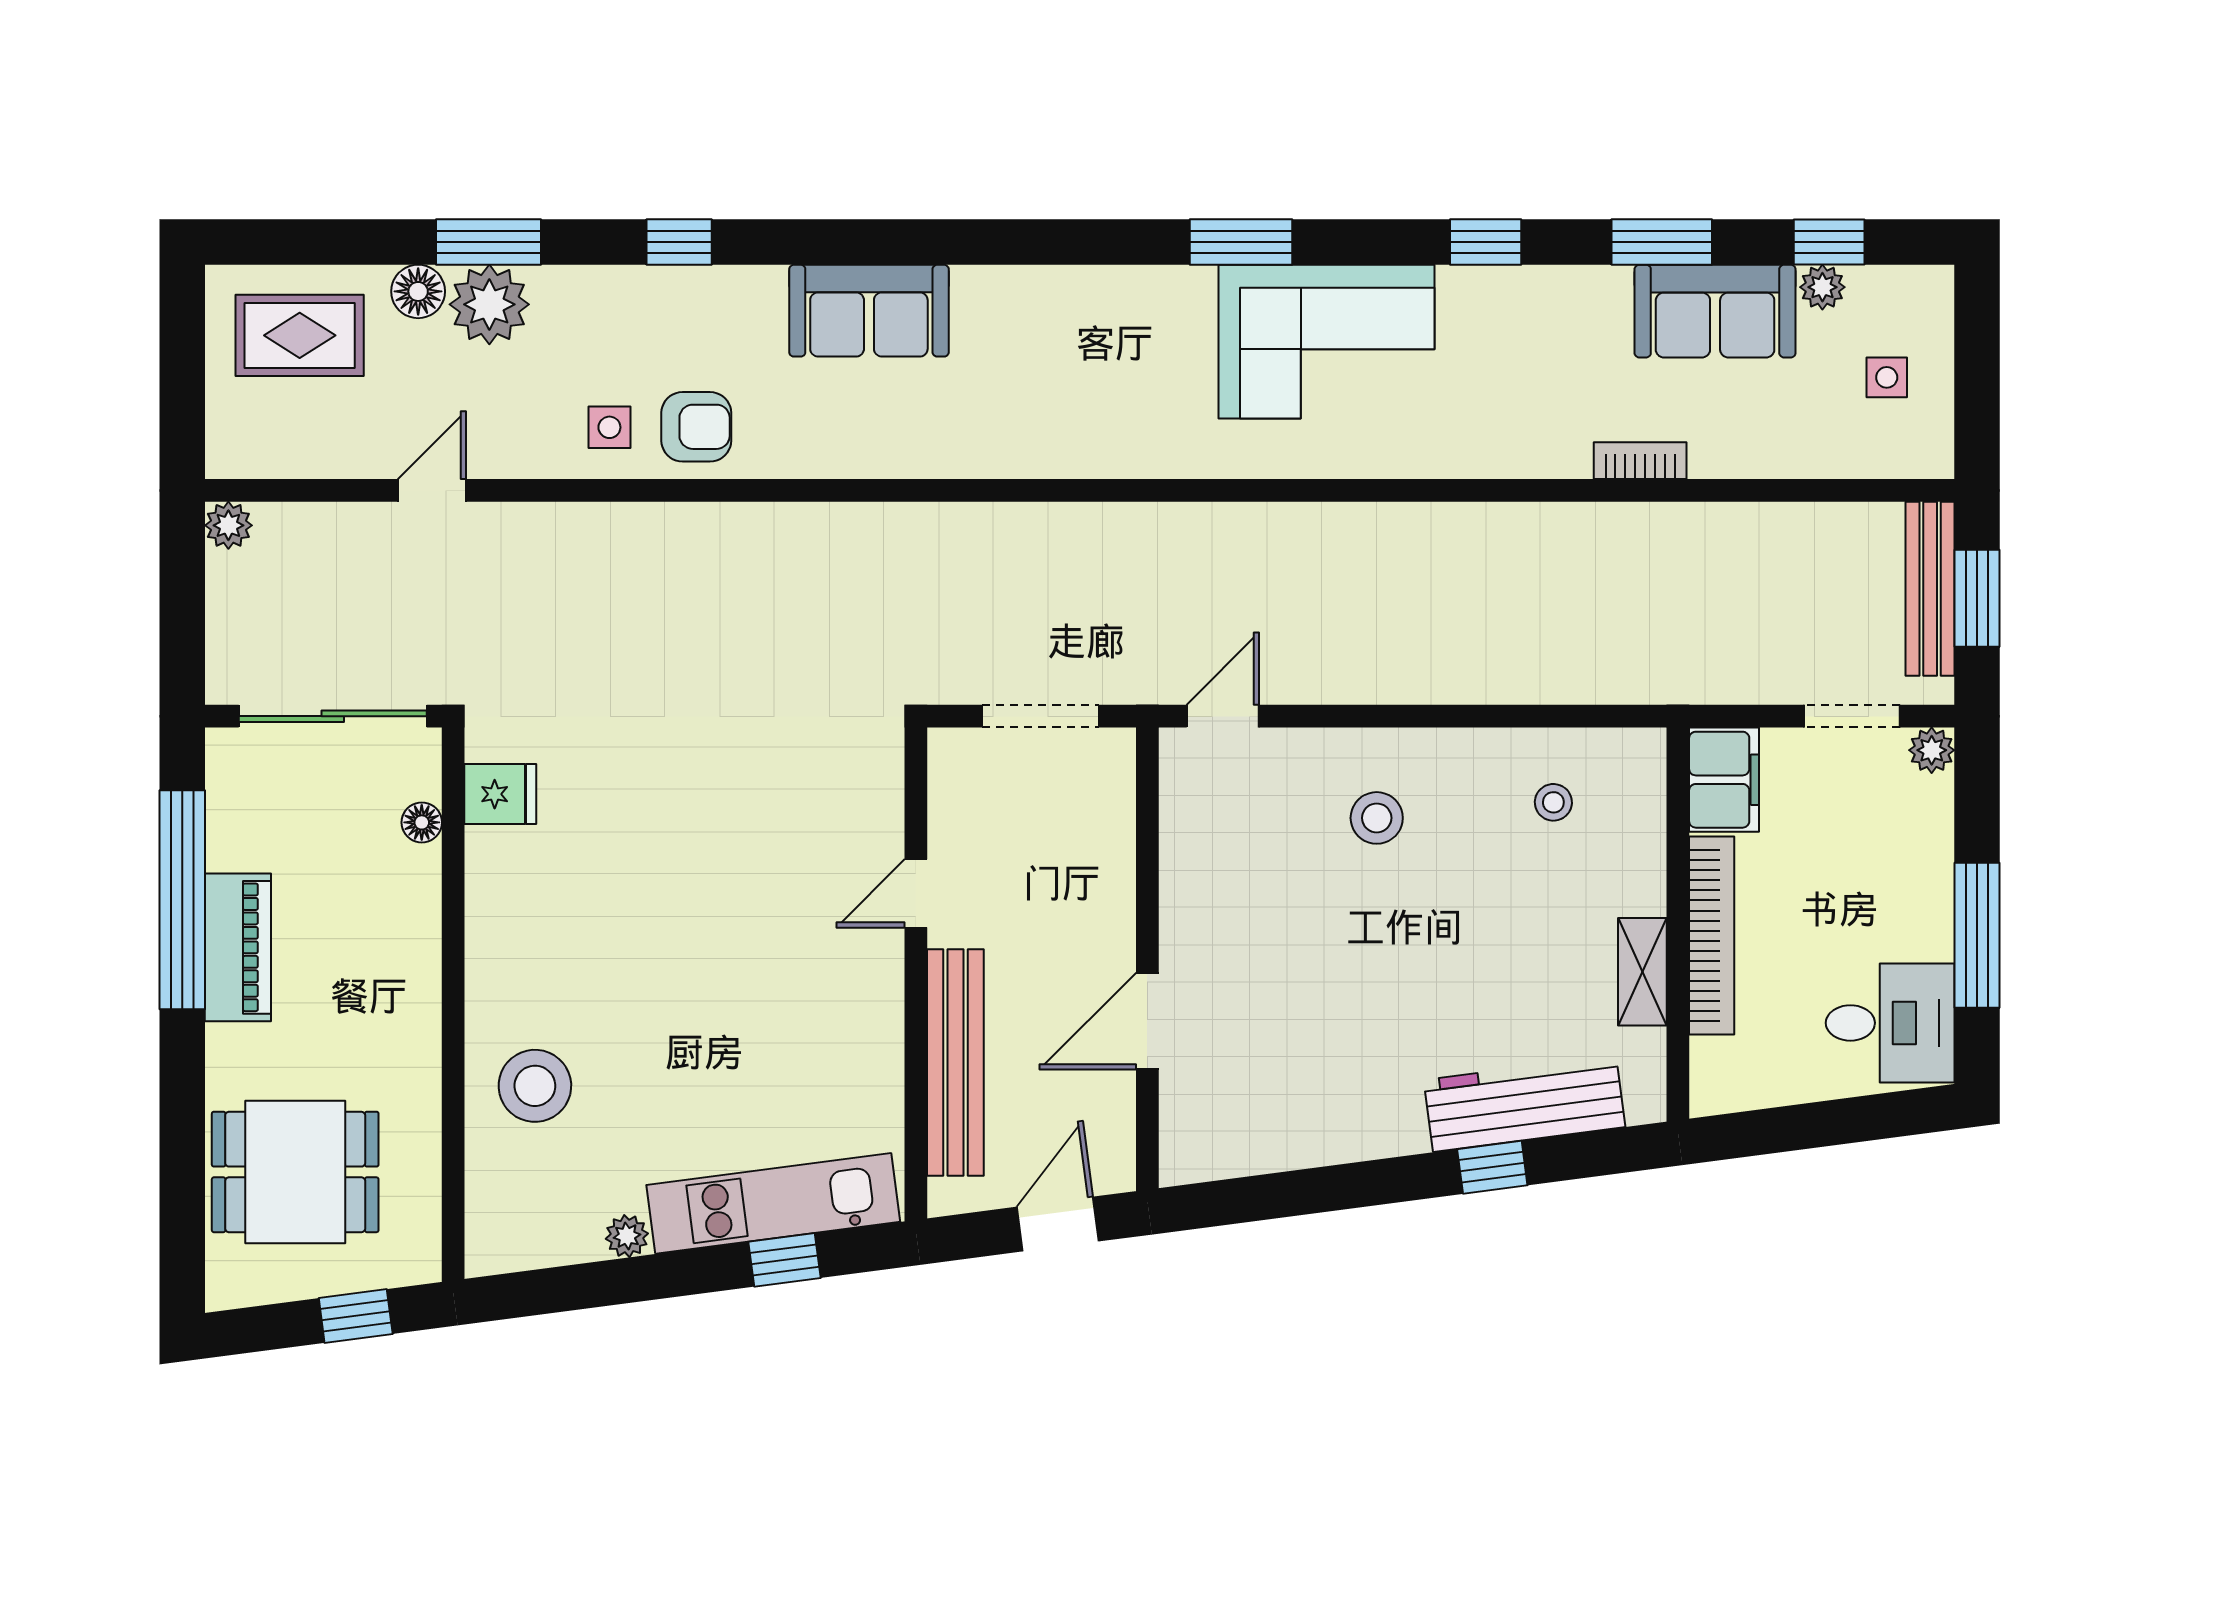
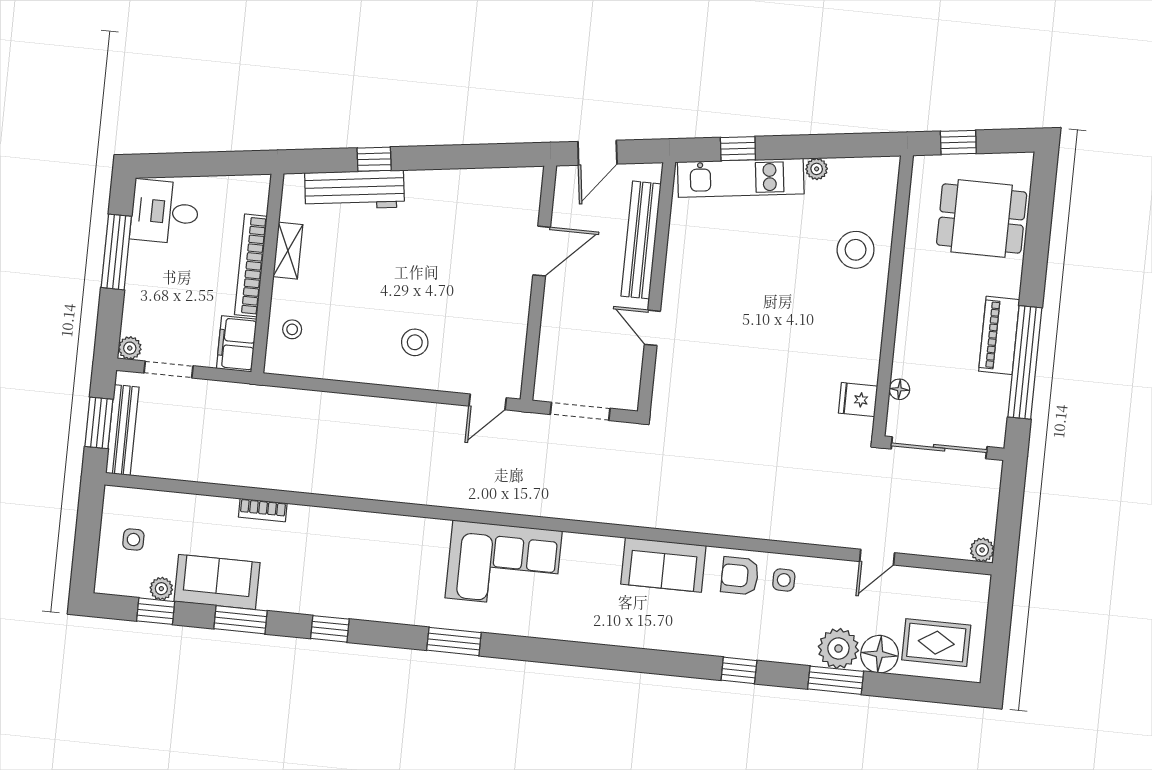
floor lamp: (418, 291) -> (880, 654), width x1.38, depth x1.38
sofa: (869, 311) -> (663, 565), moved, turned 180
corner sofa: (1326, 342) -> (504, 564), moved, turned 180
stool: (1553, 802) -> (292, 329), moved
door: (916, 893) -> (652, 328), swing flipped

